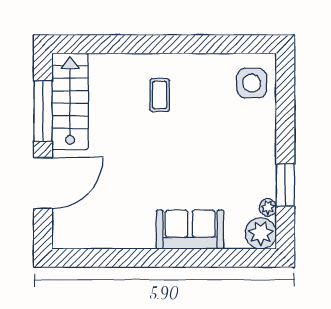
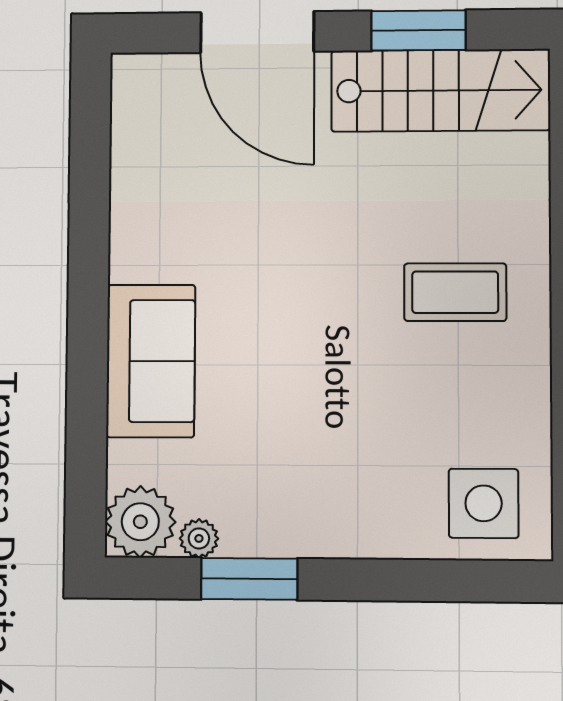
coffee table: (160, 95) -> (455, 292), width x1.36, depth x1.30
window: (43, 111) -> (418, 30), width x0.69

